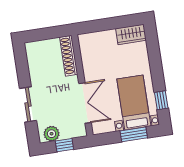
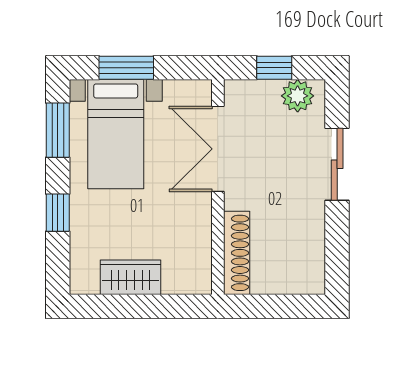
wardrobe: (131, 34) -> (130, 277), moved
window: (155, 62) -> (58, 213), added
window: (161, 100) -> (58, 130), width x1.50

